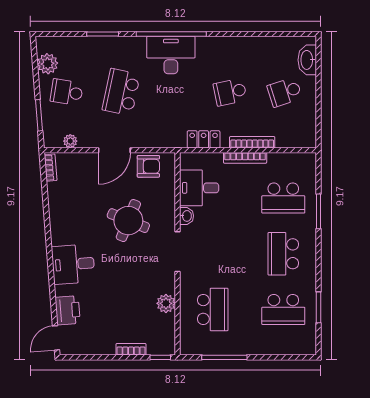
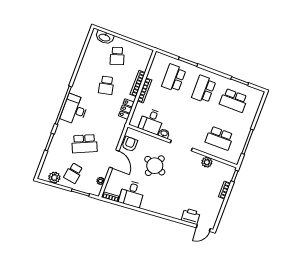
school desk: (121, 92) -> (84, 144), turned -36
school desk: (283, 198) -> (174, 78), turned 180
school desk: (283, 254) -> (204, 89), turned 90
desk: (73, 264) -> (132, 194), moved
school desk: (213, 309) -> (219, 138), turned 180
school desk: (283, 309) -> (234, 100), turned 90
door: (56, 338) -> (203, 228), hinge flipped

